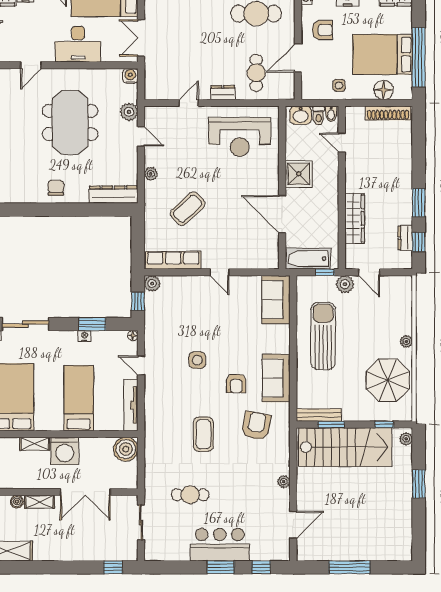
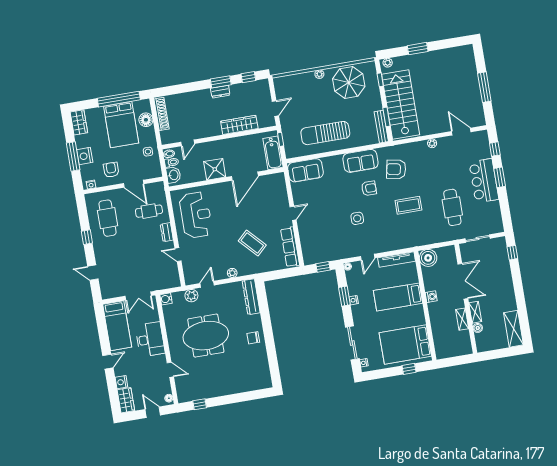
dresser: (405, 238) -> (220, 92), moved
plant: (152, 283) -> (309, 259), removed
plant: (345, 284) -> (287, 124), removed
shelving: (35, 444) -> (462, 319), moved
washing machine: (65, 451) -> (431, 297), width x0.53, depth x0.53
cafe table: (190, 495) -> (452, 207), width x1.37, depth x1.35

